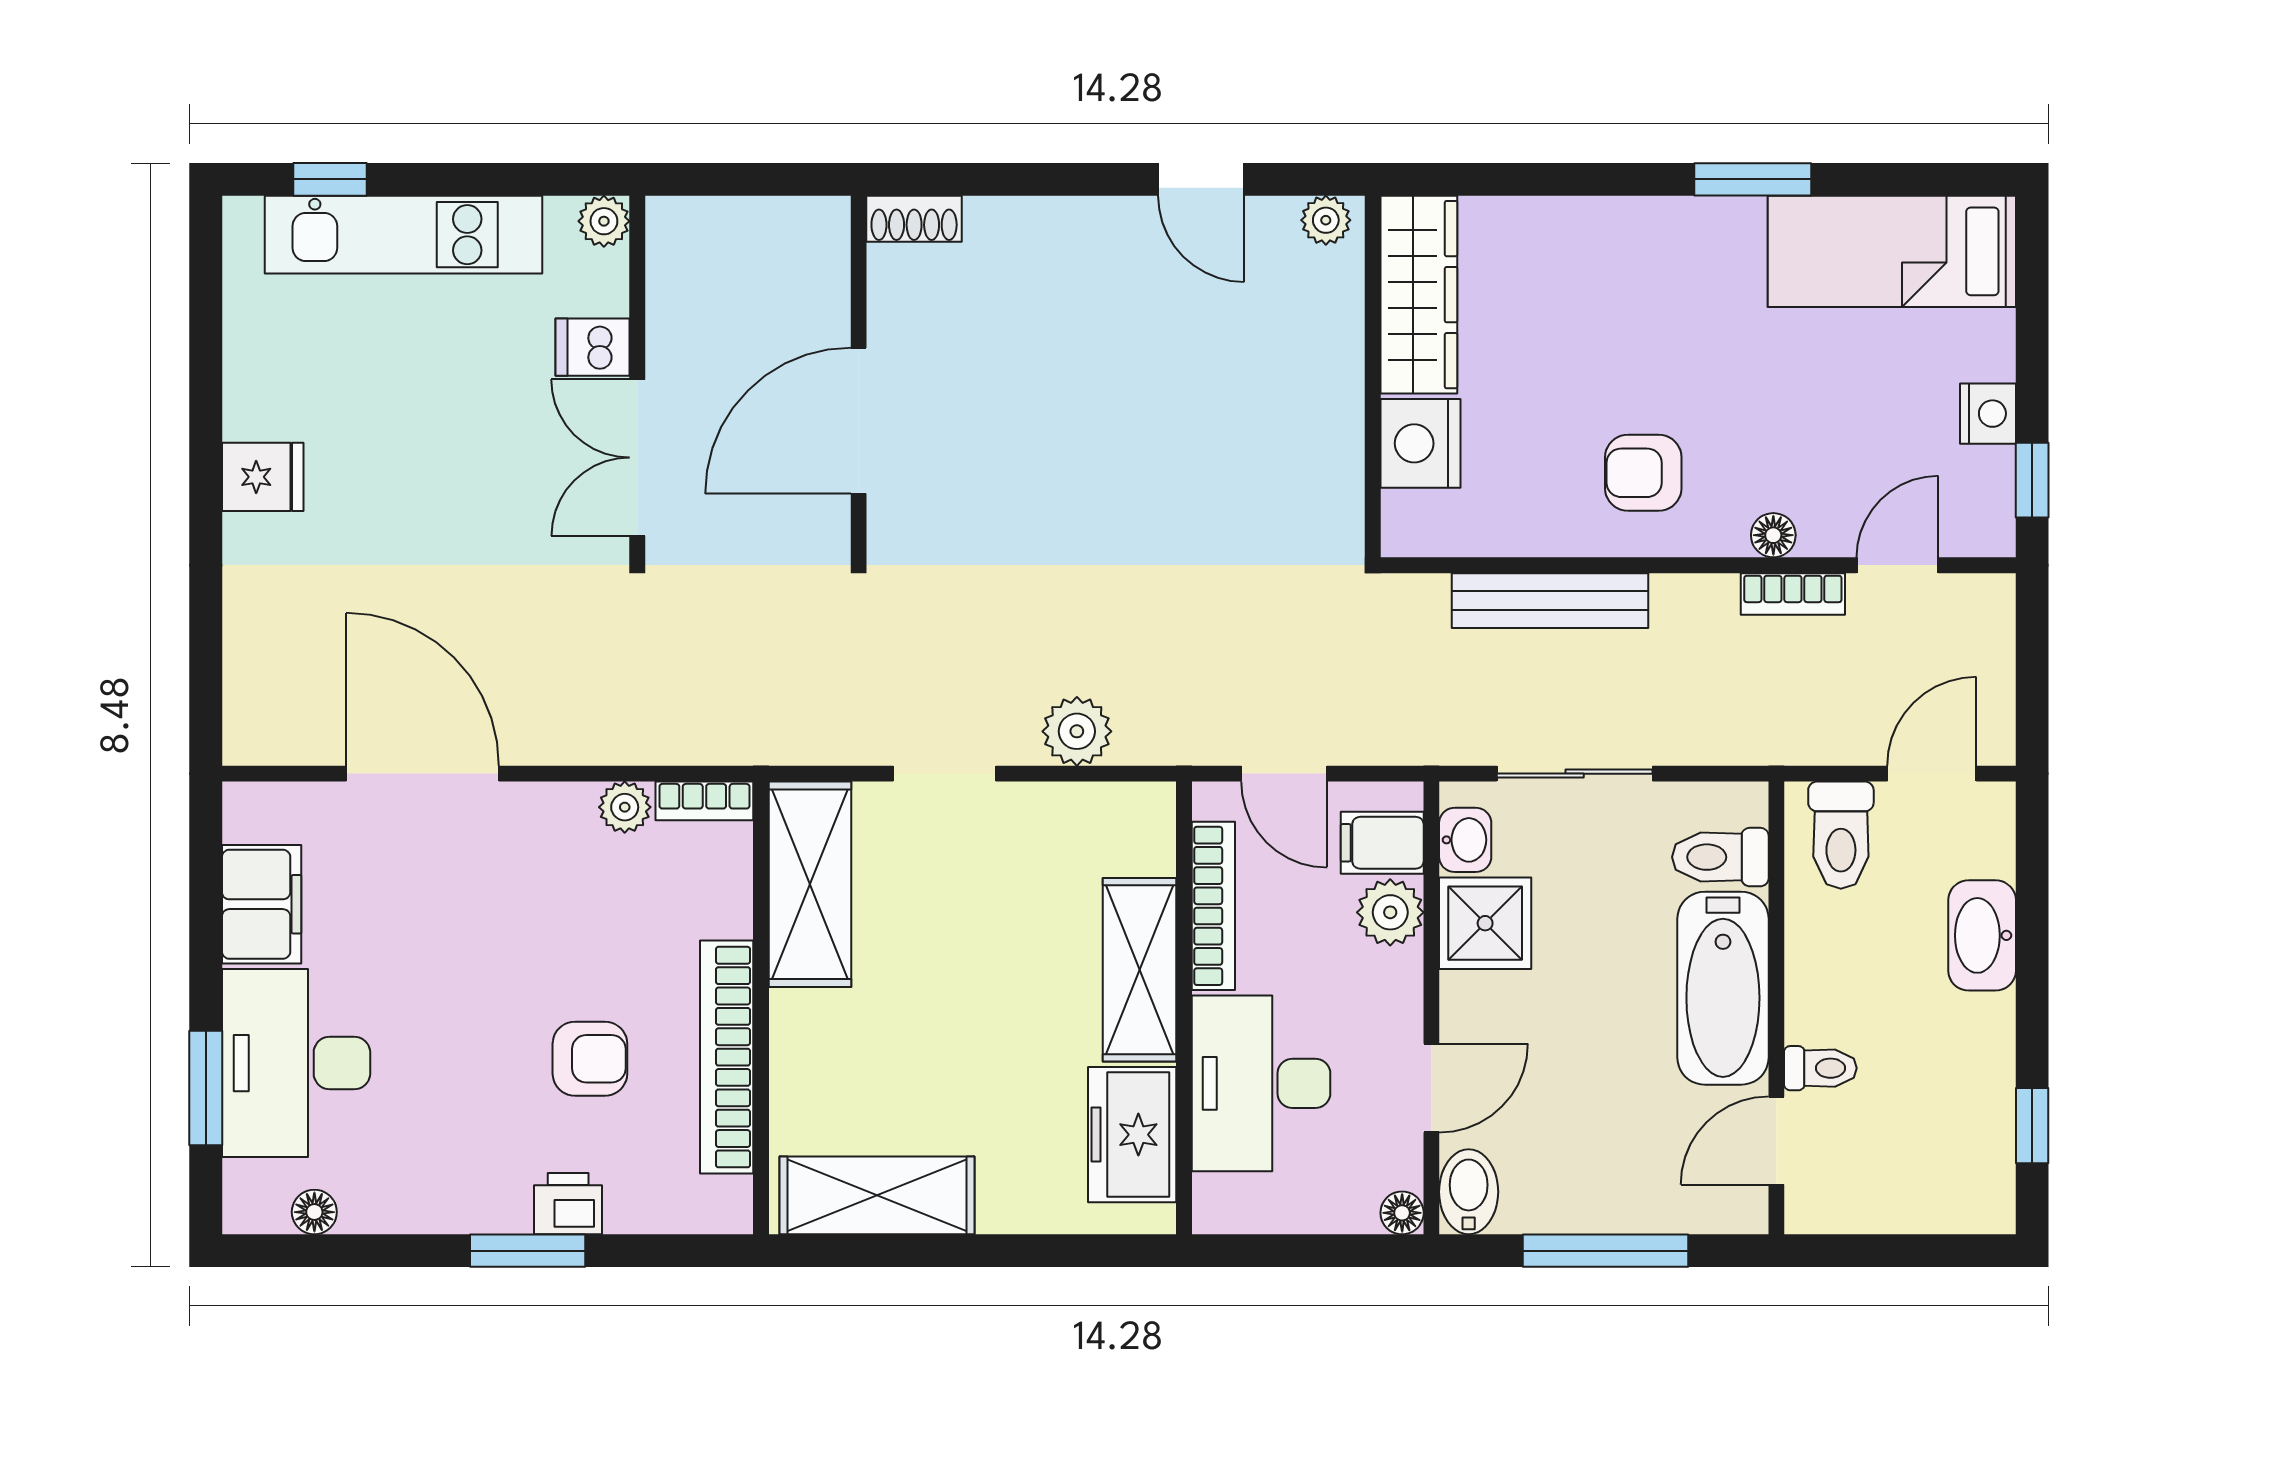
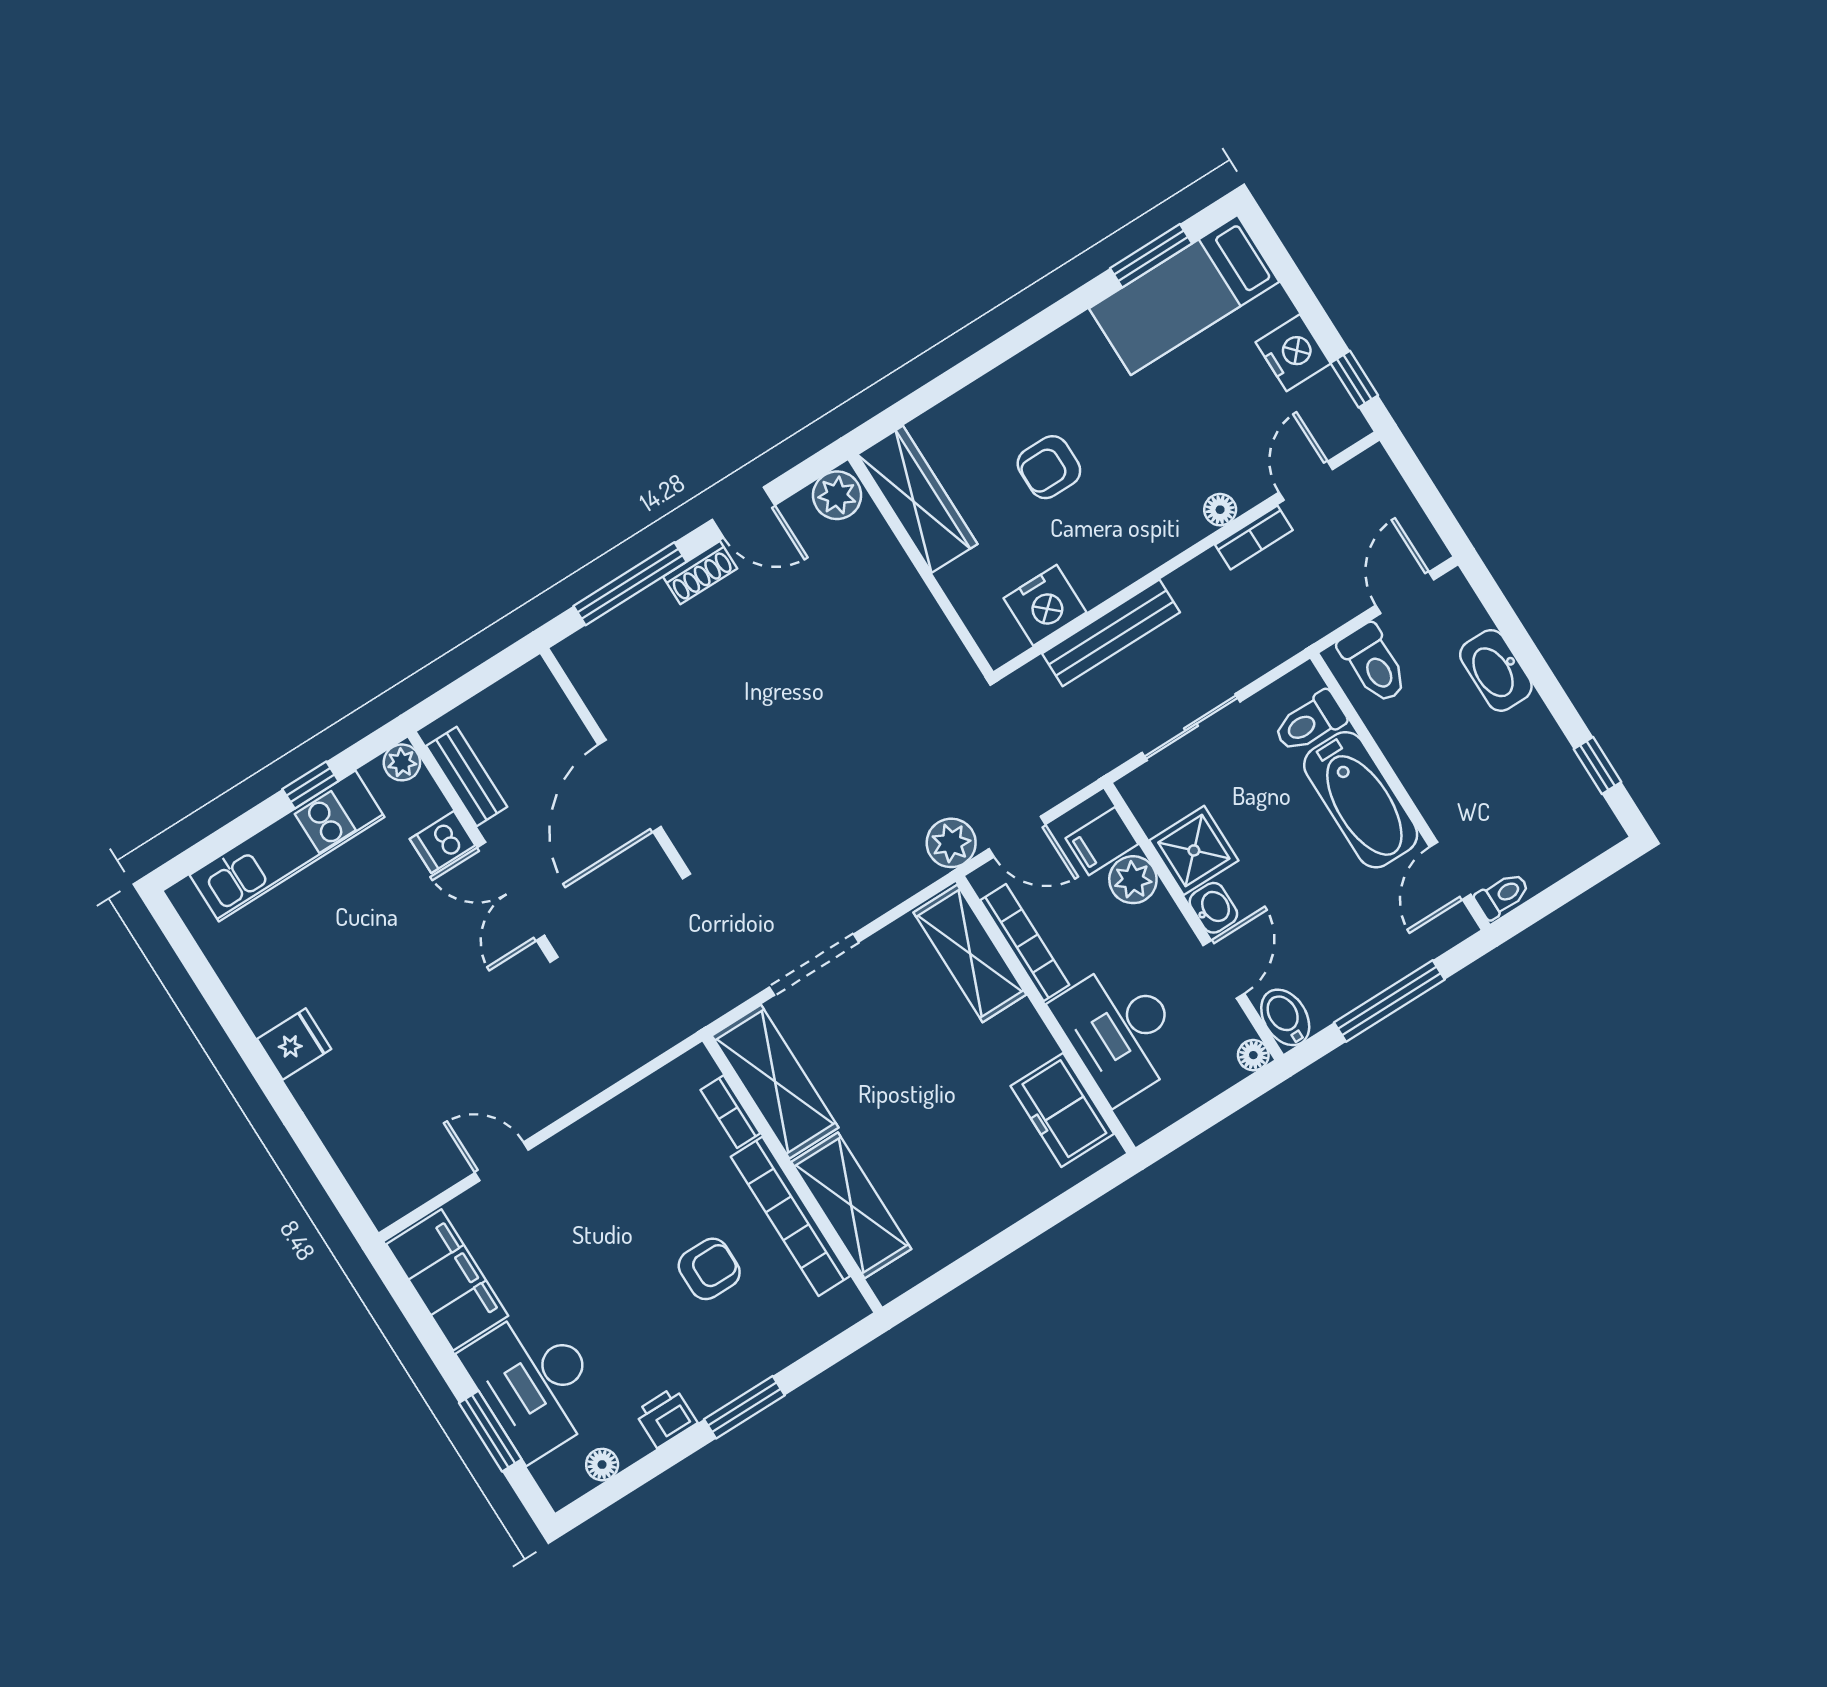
window: (330, 179) -> (310, 785), moved
window: (1011, 179) -> (630, 584), added
window: (1753, 179) -> (1151, 256), moved
shoe rack: (914, 219) -> (700, 573), moved
plant: (1326, 220) -> (837, 495), width x1.38, depth x1.38
bench: (671, 287) -> (467, 776), added
nightstand: (1988, 414) -> (1293, 353), width x1.36, depth x1.33
nightstand: (1421, 443) -> (1045, 605), moved, turned -90
armchair: (1643, 473) -> (1049, 467), moved
plant: (1077, 731) -> (951, 843), moved
door: (423, 774) -> (502, 1161), width x0.53
doorway: (944, 774) -> (814, 965), width x1.38
bookcase: (704, 801) -> (730, 1112), moved, turned 90
plant: (625, 807) -> (635, 1105), removed
washbasin: (1465, 840) -> (1213, 908), moved
filing cabinet: (262, 904) -> (447, 1280), width x1.50, depth x1.17
shelving: (1139, 970) -> (970, 954), moved
toilet: (1820, 1068) -> (1502, 895), moved
shelving: (877, 1195) -> (851, 1205), moved, turned 90
printer: (568, 1204) -> (666, 1417), moved

